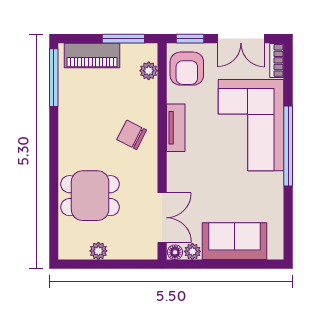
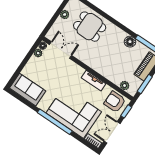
floor lamp: (69, 111) -> (130, 42), added
chair: (132, 135) -> (103, 61), removed
dining table: (90, 196) -> (90, 27), turned 90
double door: (162, 218) -> (60, 50), swing flipped
sofa: (235, 241) -> (28, 90), moved, turned -90

